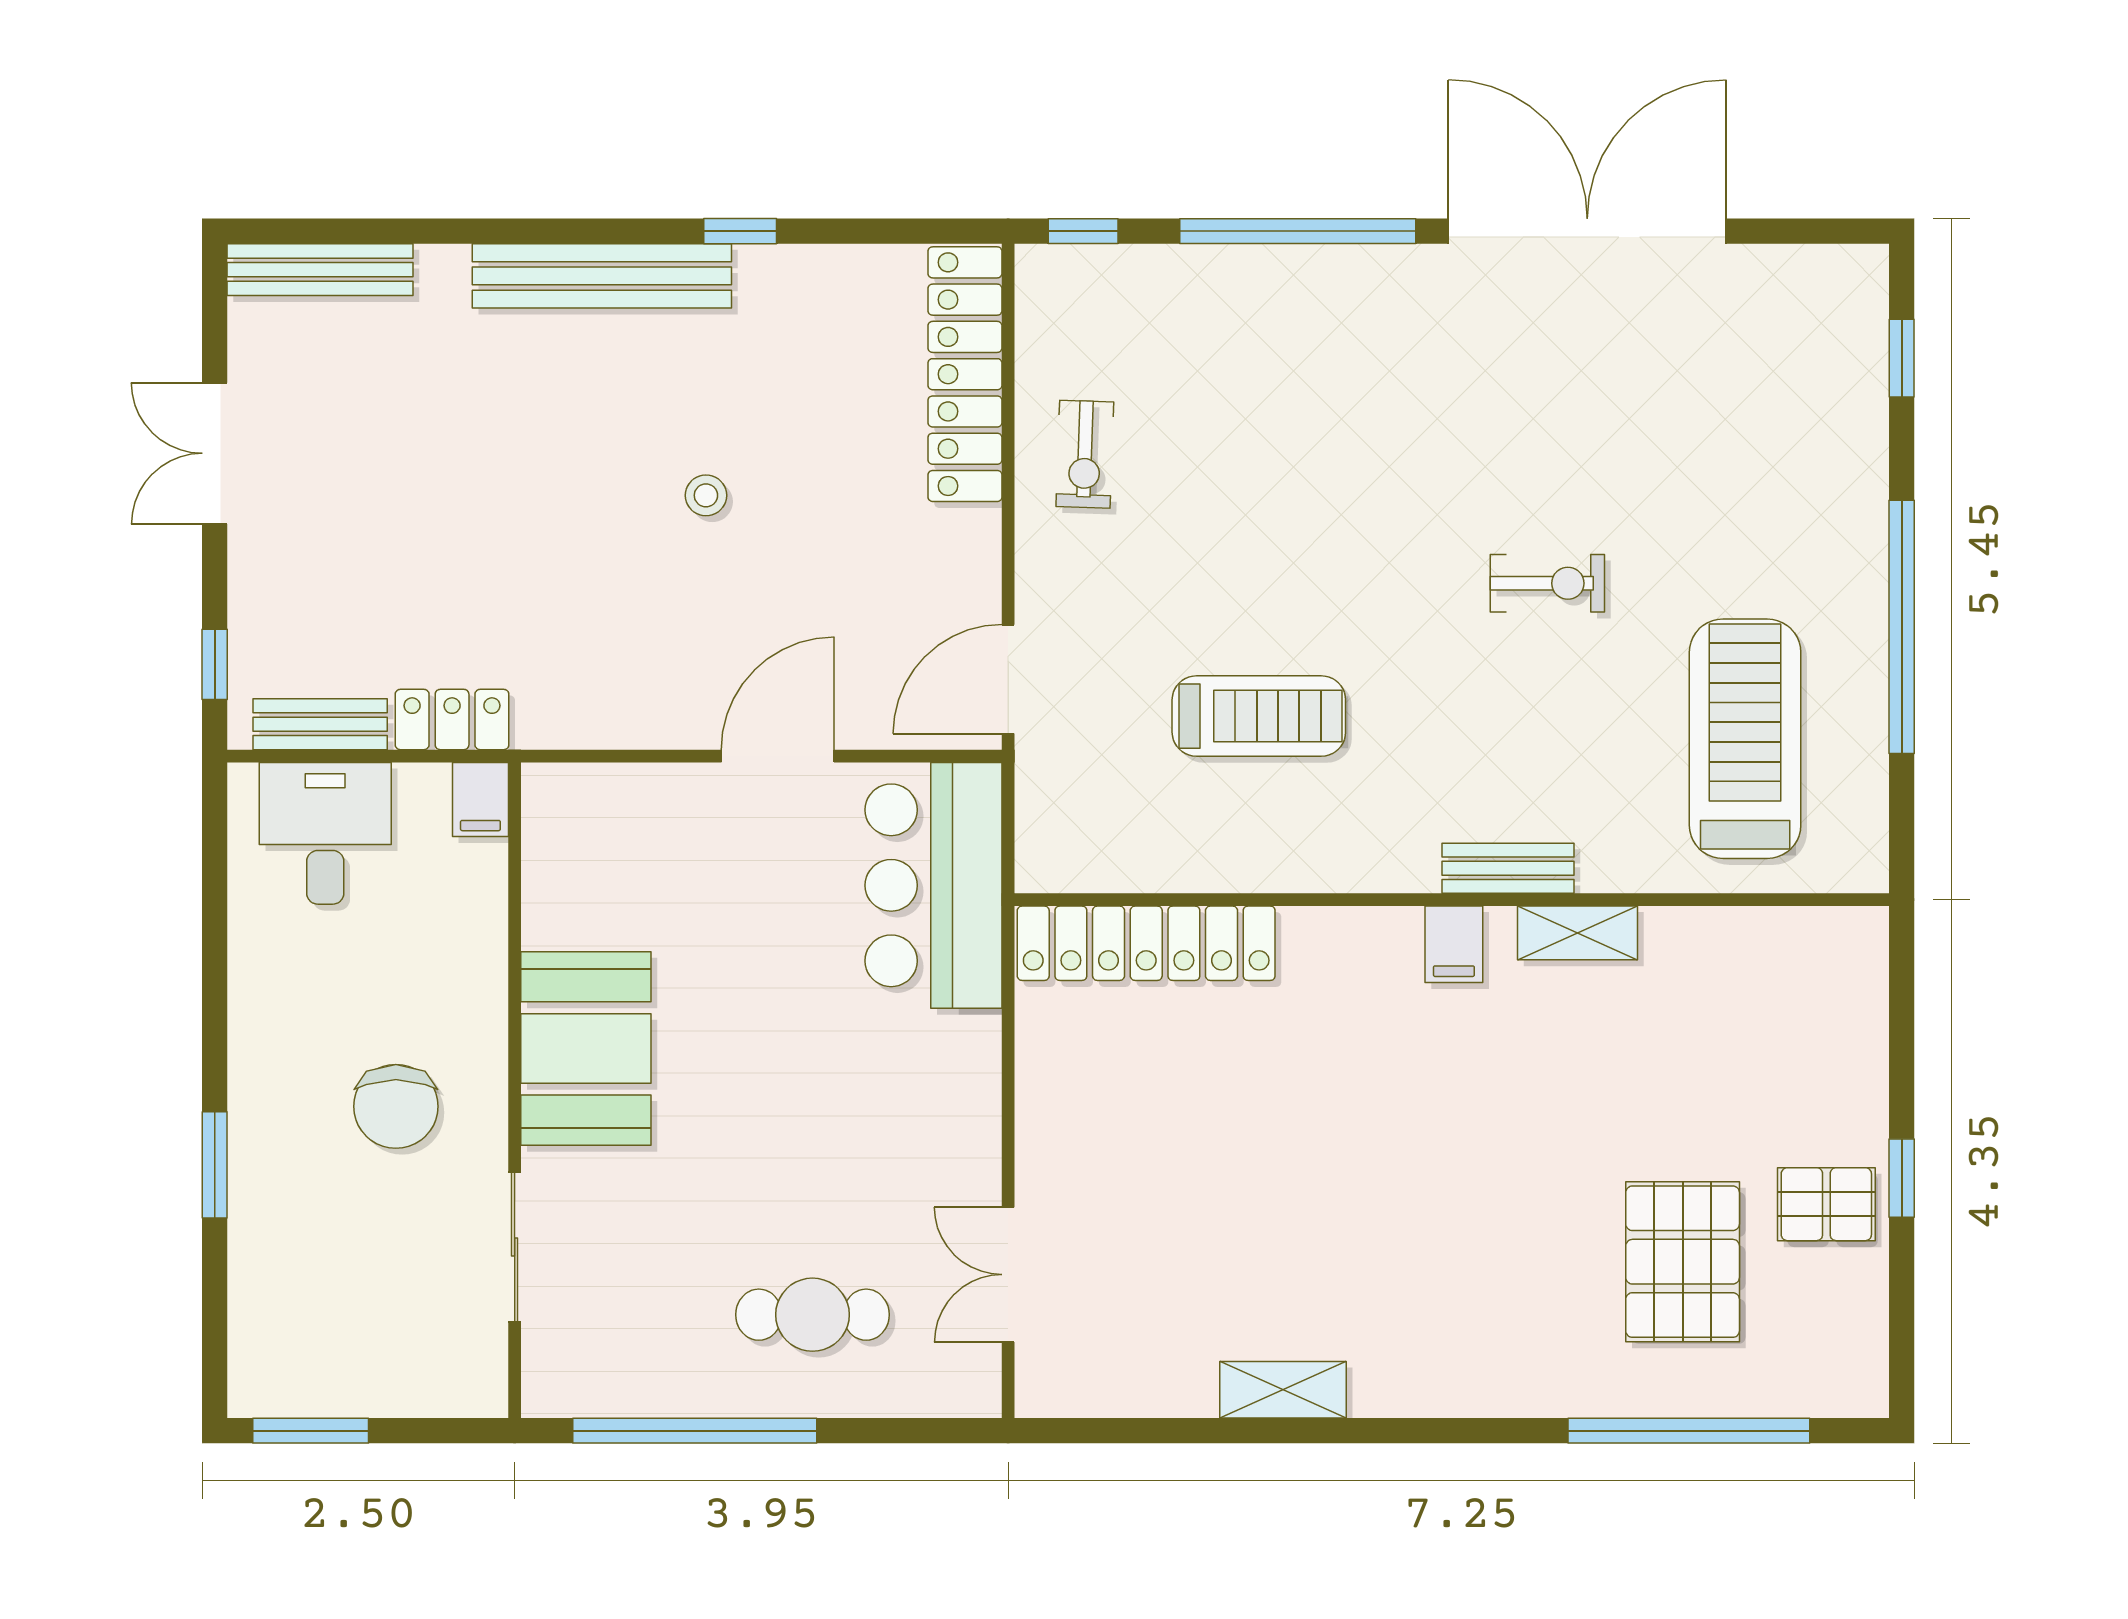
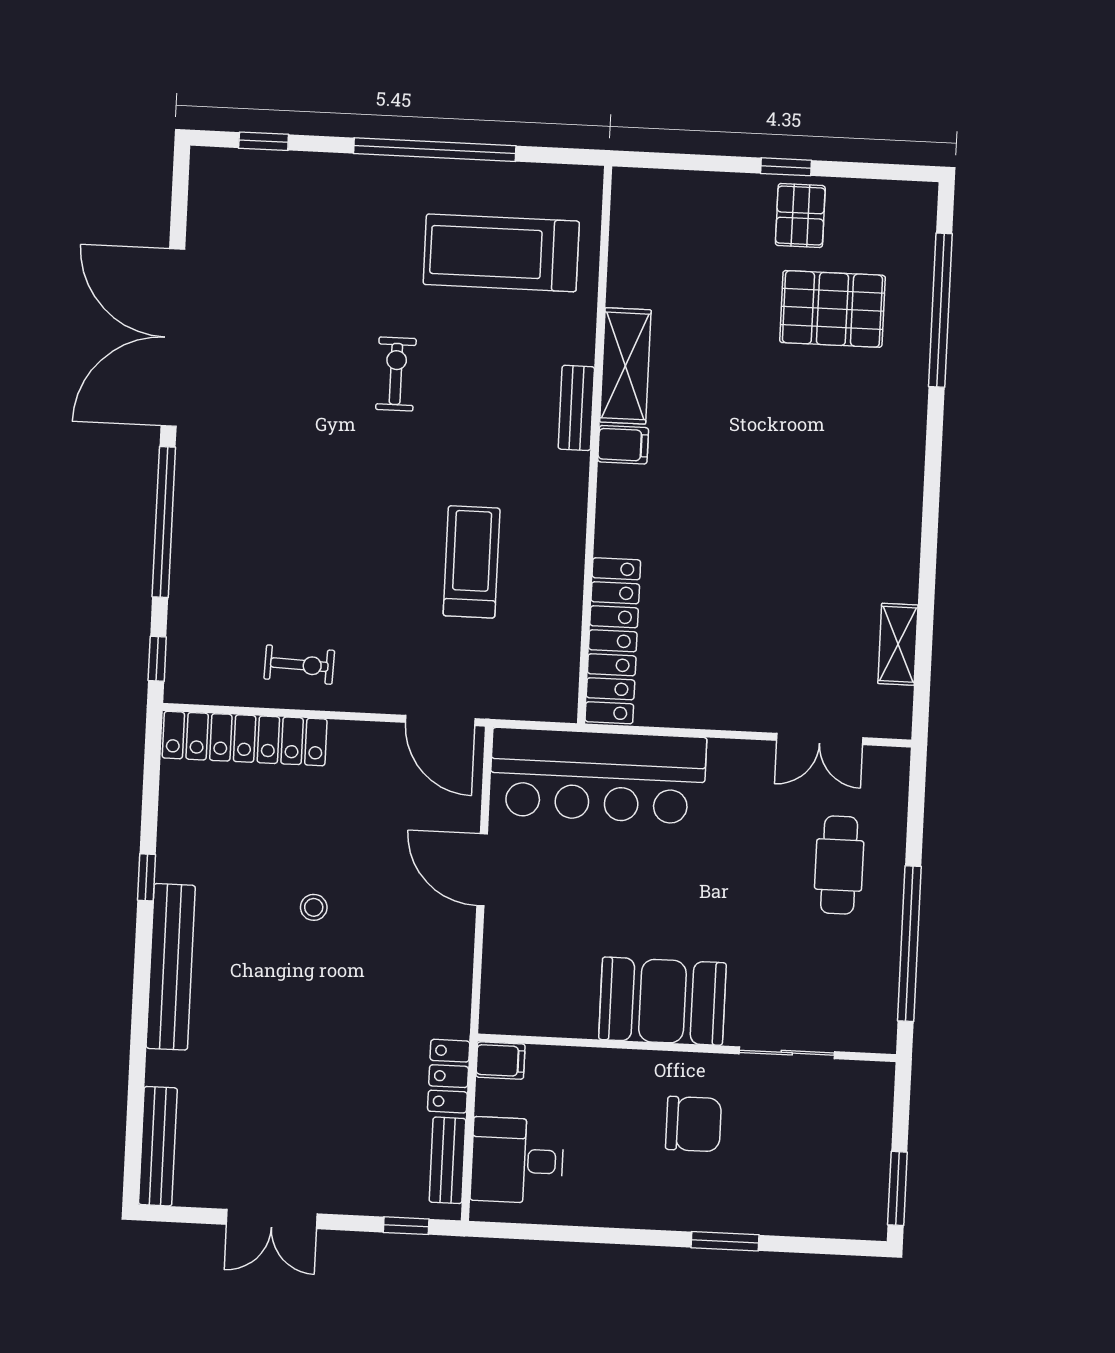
bar counter: (934, 885) -> (598, 776), width x1.36
shelving: (1578, 933) -> (625, 366), width x1.50, depth x1.33
shelving: (1283, 1390) -> (898, 644), moved

